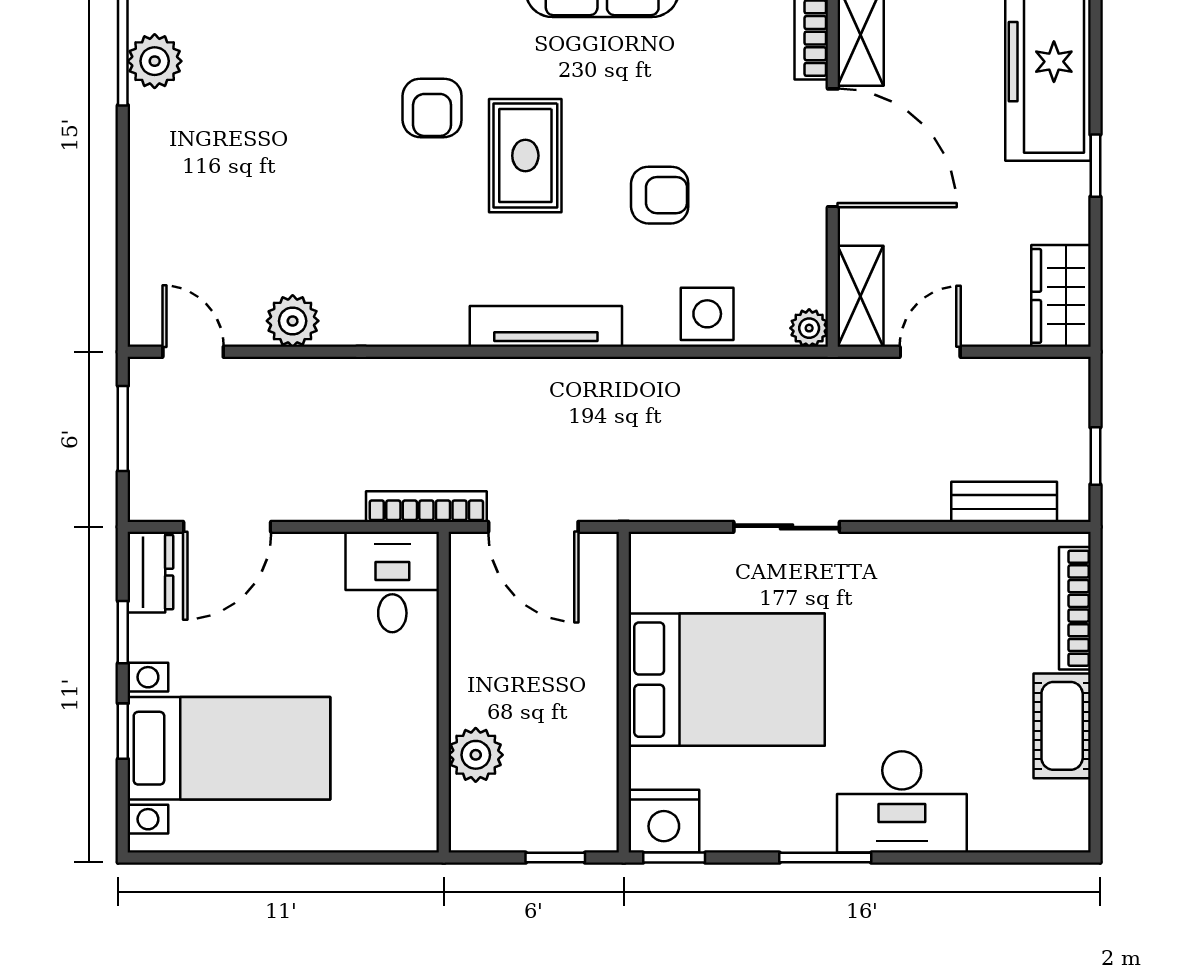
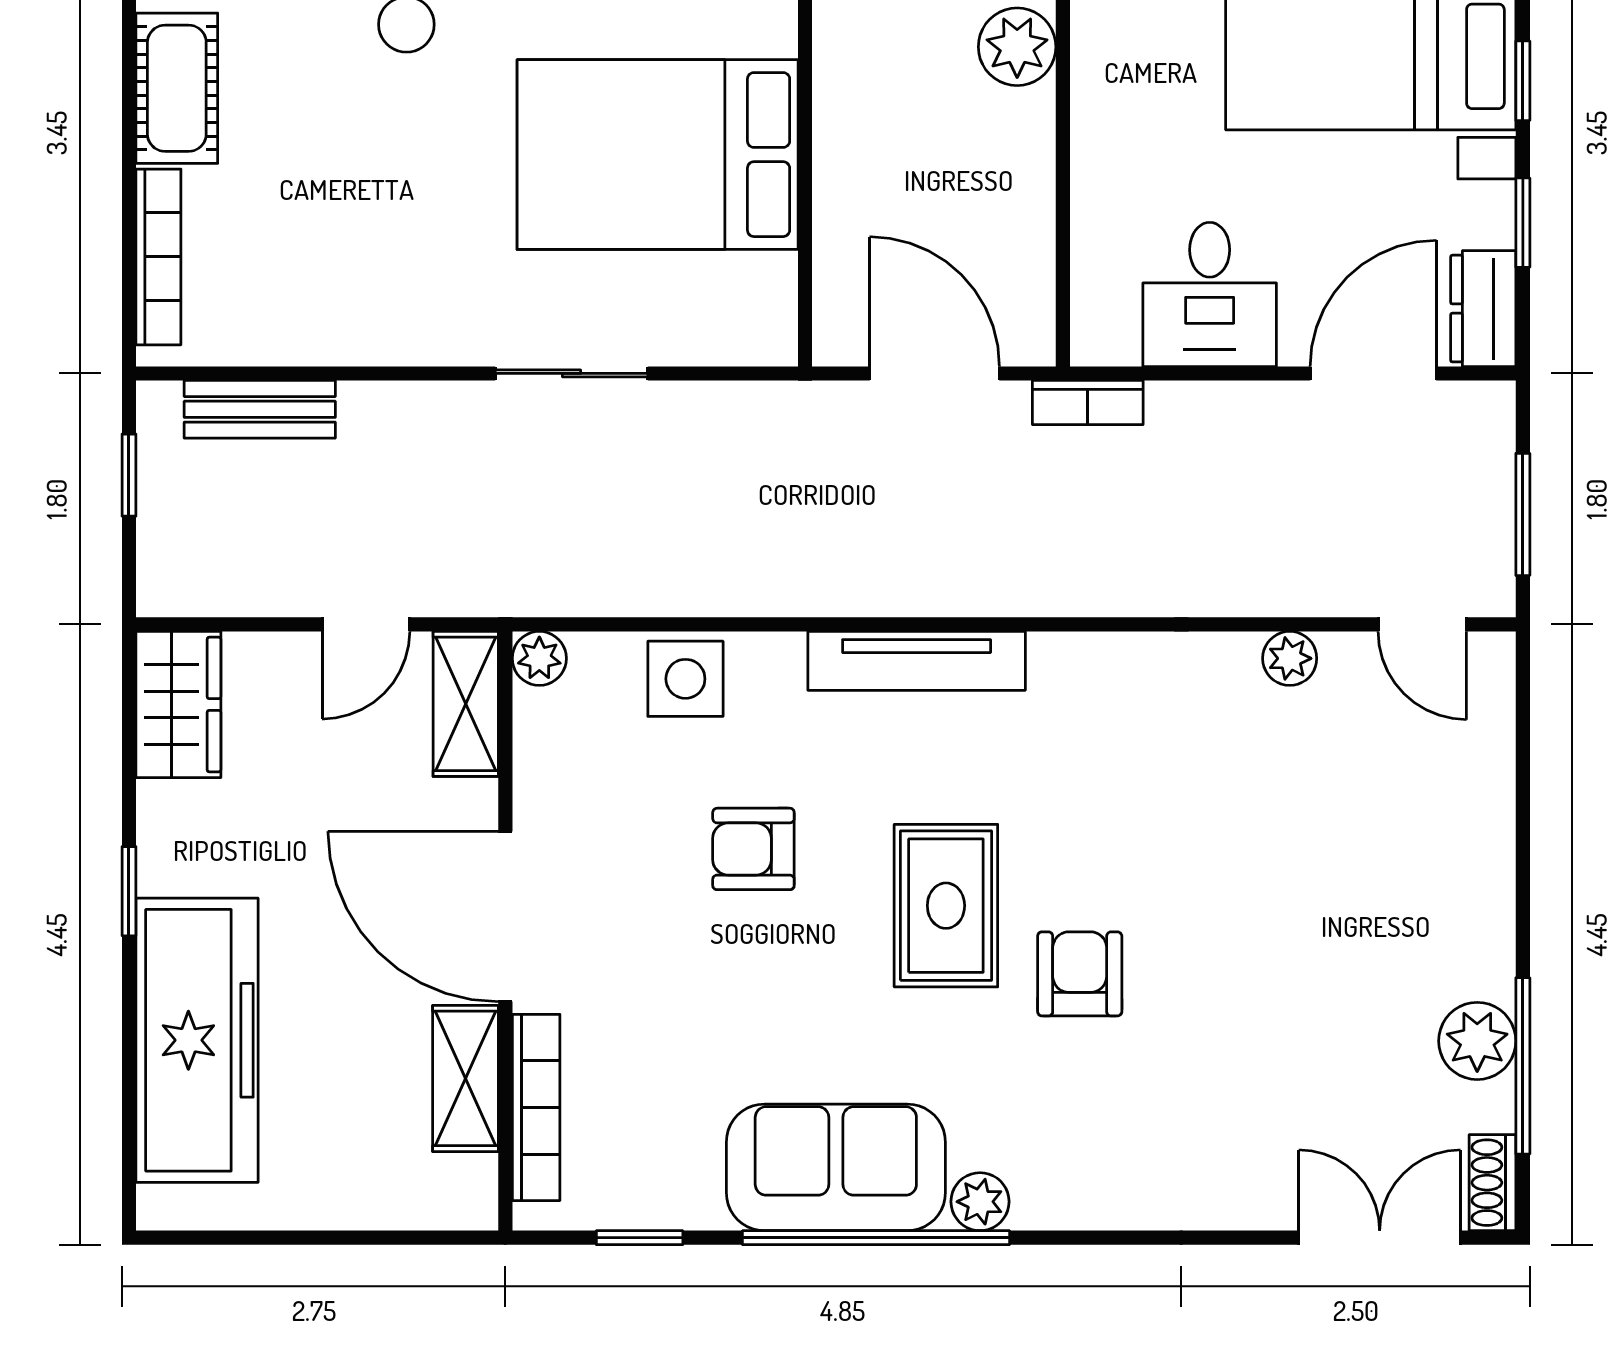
plant: (293, 321) -> (1290, 658), width x0.73, depth x0.73
bookcase: (426, 507) -> (1088, 403), width x0.64
desk: (392, 582) -> (1210, 294), moved

